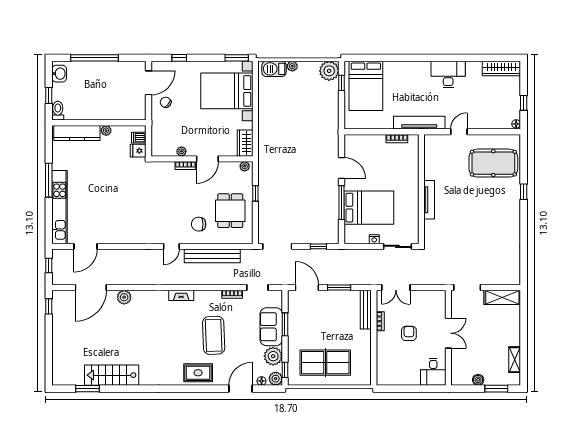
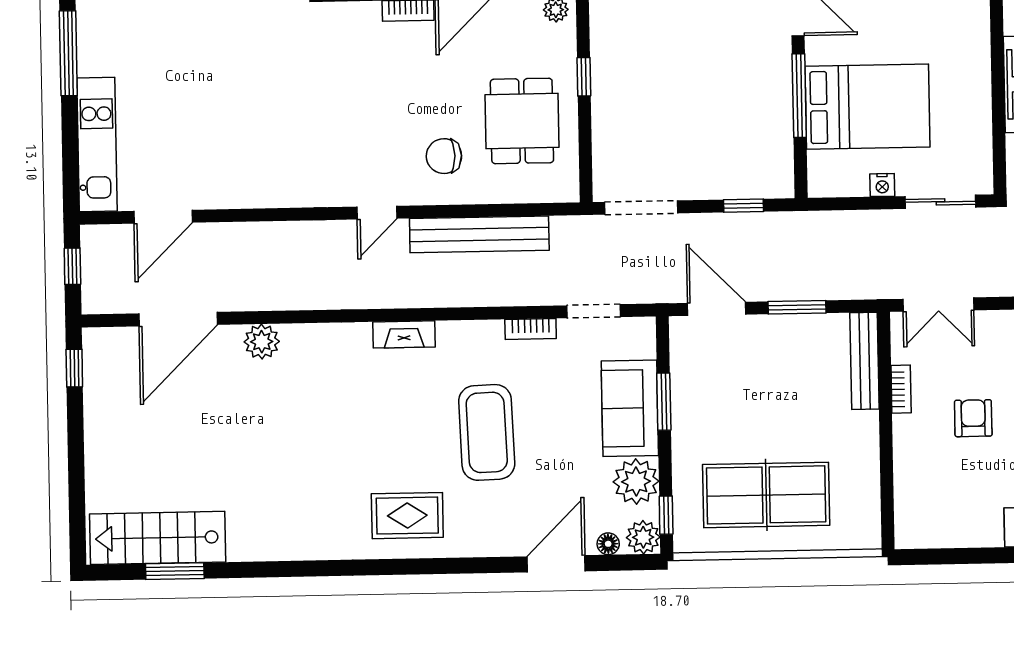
kitchen unit: (60, 207) -> (97, 145), width x0.73
rug: (198, 373) -> (407, 516), moved
stairs: (112, 375) -> (158, 538), moved

